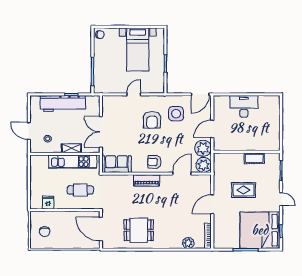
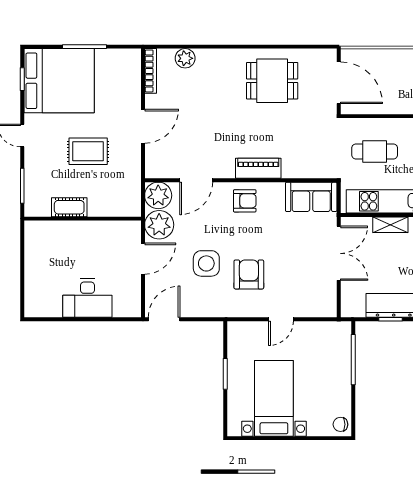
side table: (176, 114) -> (206, 263), moved

